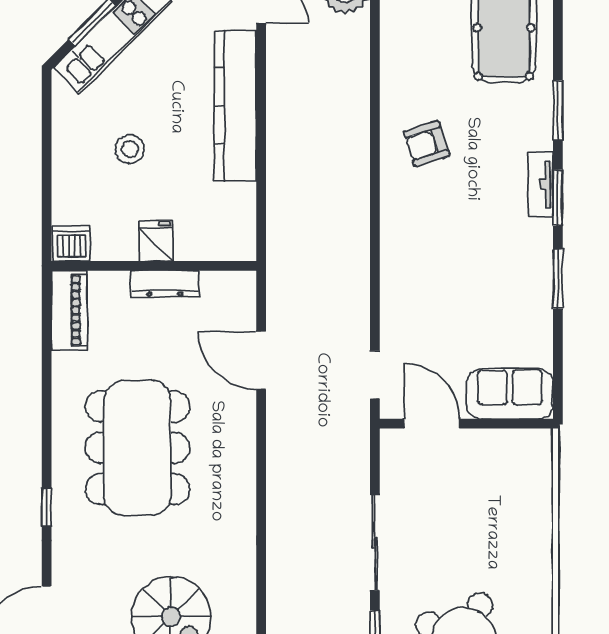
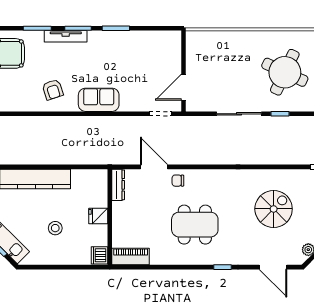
tv unit: (541, 185) -> (66, 36), width x1.41
dresser: (165, 284) -> (118, 185), moved
door: (261, 360) -> (154, 167), swing flipped
sofa: (510, 394) -> (99, 100), moved, turned 90
chair: (232, 412) -> (178, 181), added
dining table: (137, 448) -> (195, 225), width x0.73, depth x0.80

